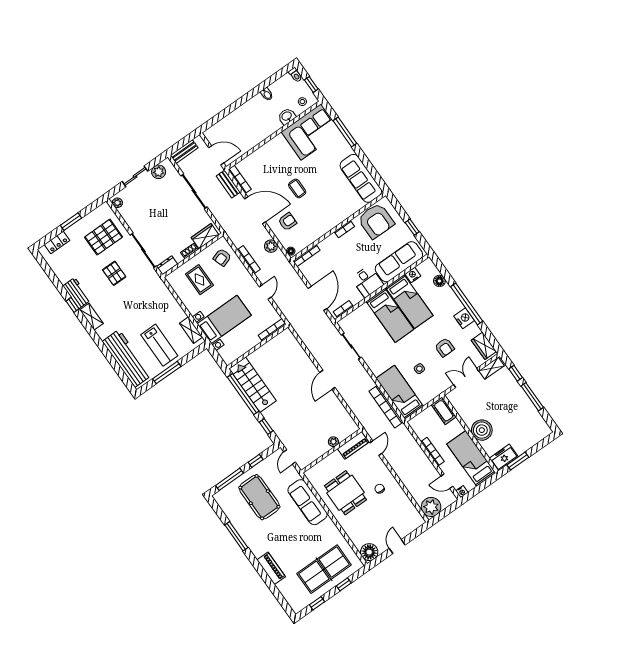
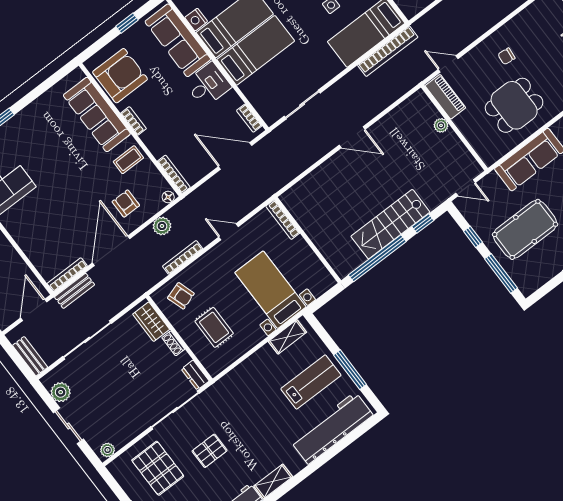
sofa: (361, 178) -> (97, 115), moved, turned 90
coffee table: (297, 188) -> (128, 160), moved
rug: (199, 280) -> (214, 327), turned 90
stairs: (253, 385) -> (390, 224), moved

